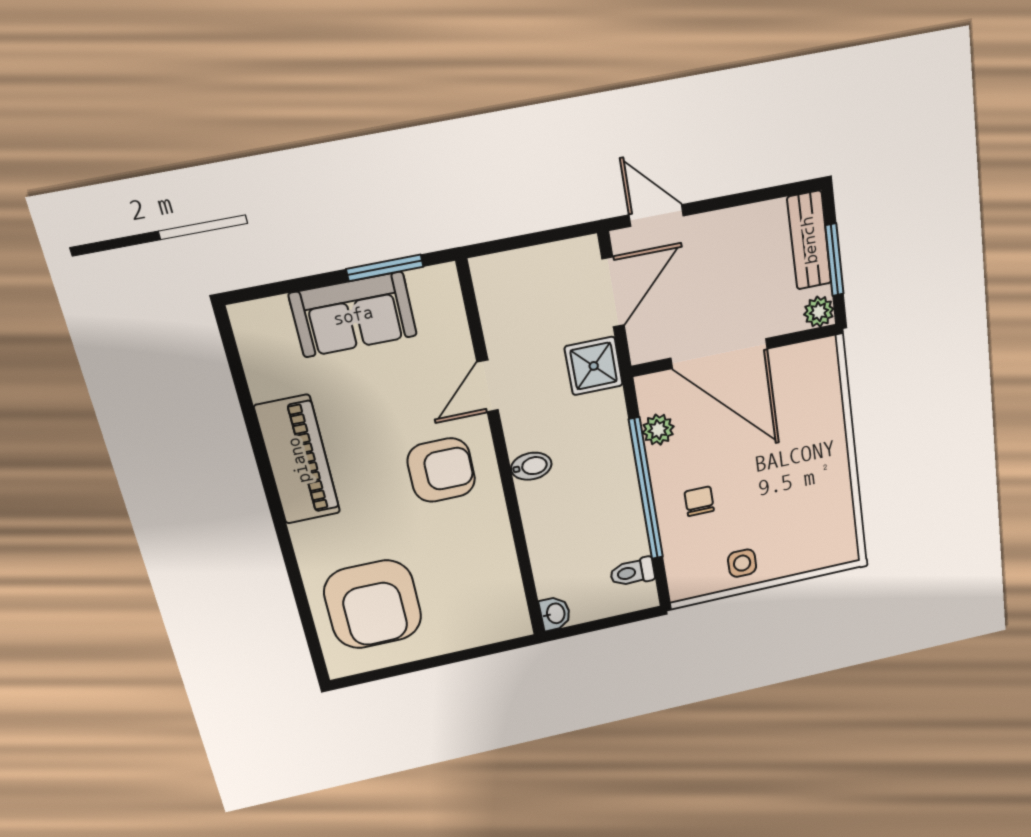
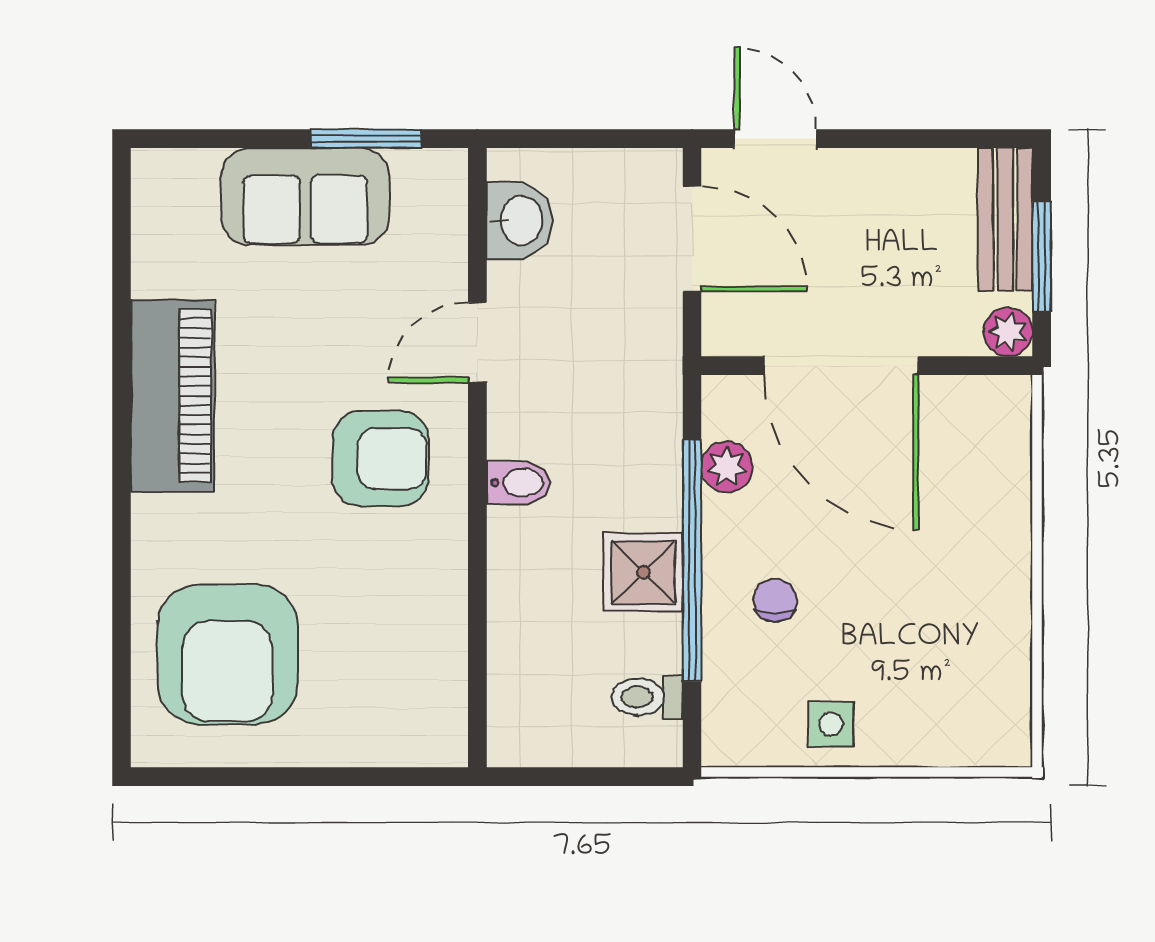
door: (613, 292) -> (692, 239), hinge flipped
shower: (594, 366) -> (643, 572), moved
washbasin: (555, 614) -> (519, 221), moved, width x1.38, depth x1.45

